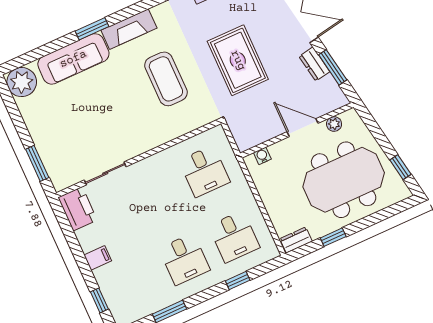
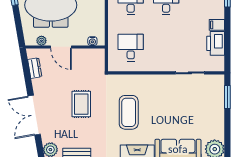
rug: (238, 60) -> (81, 104), width x0.73, depth x0.70
dresser: (314, 64) -> (35, 68), moved
window: (333, 67) -> (27, 74), removed
printer: (78, 209) -> (216, 43), moved

